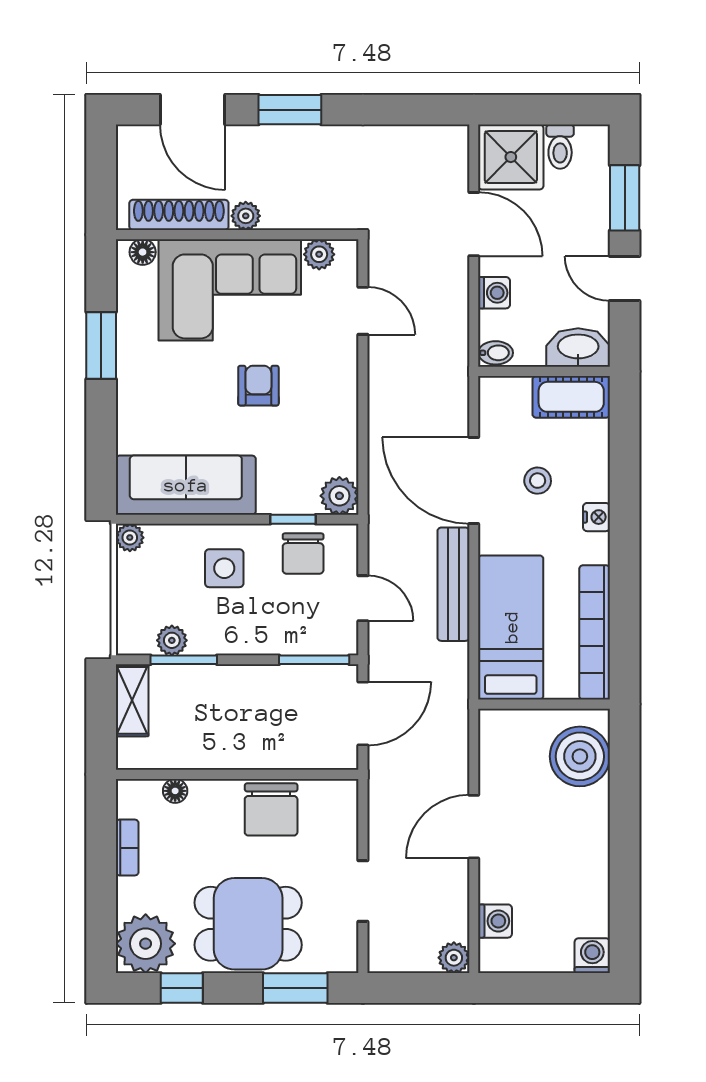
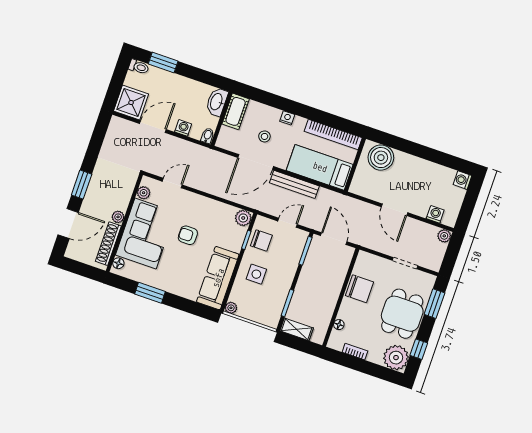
toilet: (560, 147) -> (139, 67), moved
door: (625, 279) -> (195, 74), removed
plant: (172, 640) -> (278, 305), removed

